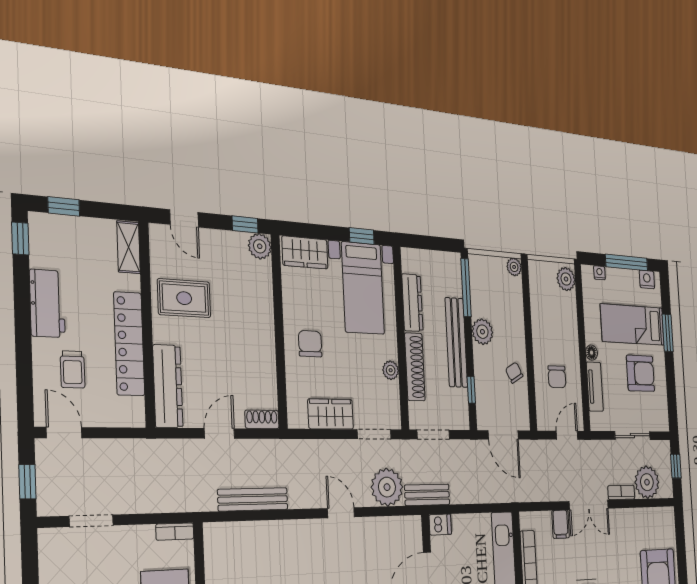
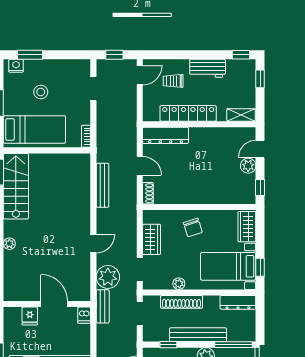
plant: (260, 246) -> (248, 166), moved
rug: (184, 298) -> (215, 147), removed
dresser: (412, 303) -> (238, 302), moved
chair: (310, 344) -> (193, 227), turned 72

